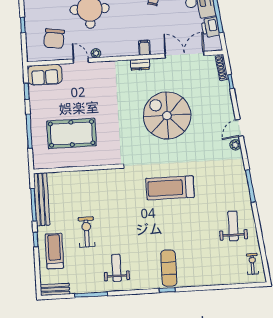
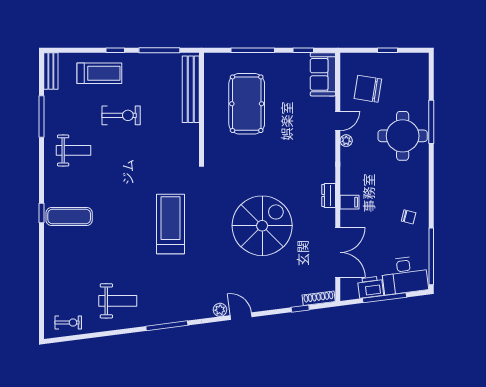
bench: (42, 199) -> (191, 89), moved, turned 90

